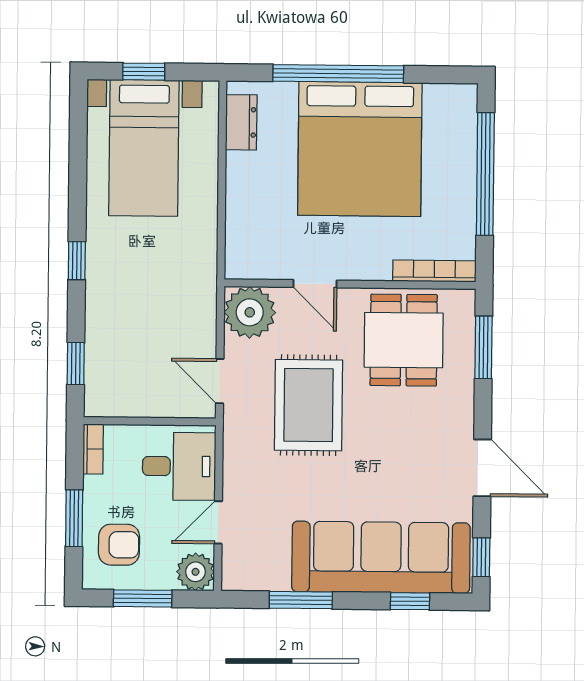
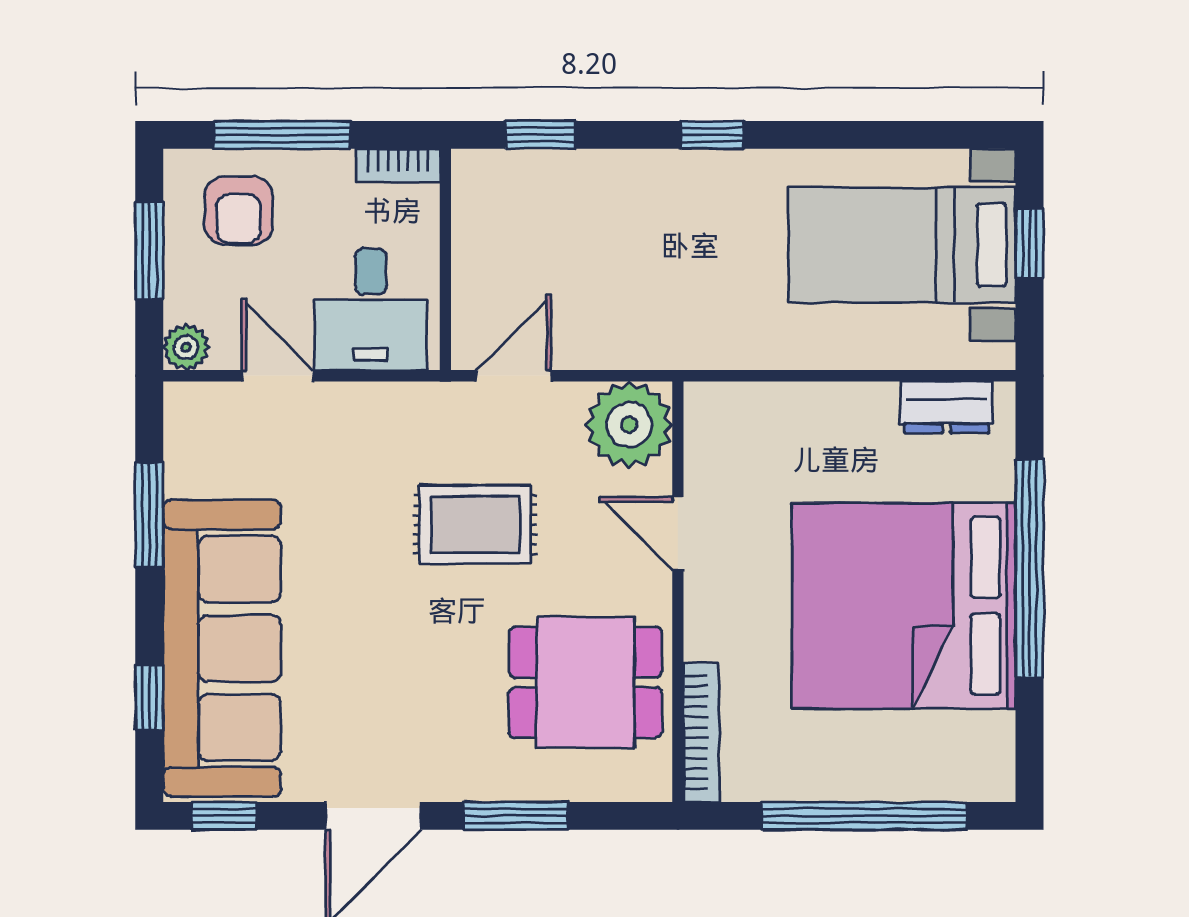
door: (315, 284) -> (678, 533), hinge flipped
window: (484, 347) -> (516, 816), moved
rug: (309, 405) -> (475, 525), width x0.73, depth x0.70
window: (74, 518) -> (282, 135), width x1.44
plant: (196, 572) -> (186, 347), width x0.73, depth x0.73

